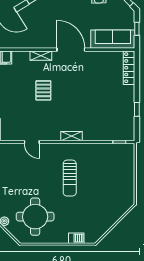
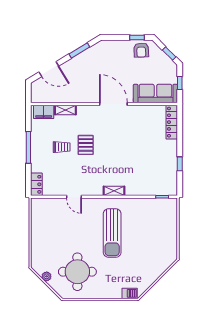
shelving: (41, 56) -> (65, 110), moved
trolley: (19, 93) -> (62, 147), added
sun lounger: (70, 178) -> (112, 233), width x1.36, depth x1.34
barbecue: (76, 238) -> (130, 293), moved

